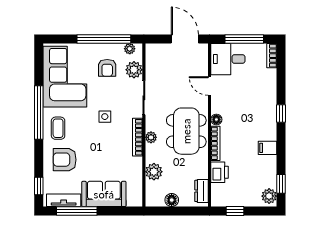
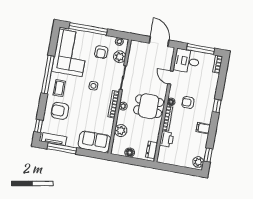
window: (104, 39) -> (88, 29), moved
armchair: (240, 116) -> (188, 103), added
dining table: (186, 131) -> (149, 106), width x0.73
sofa: (104, 194) -> (94, 142), moved
window: (235, 211) -> (172, 168), removed

